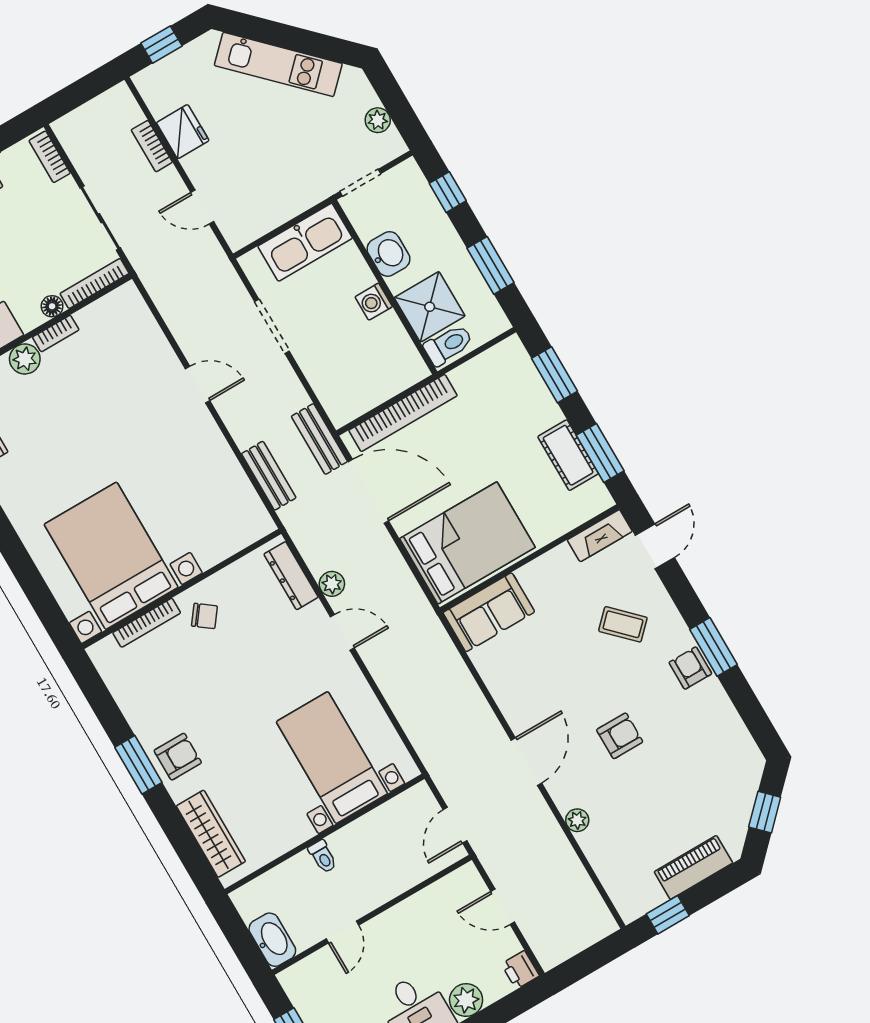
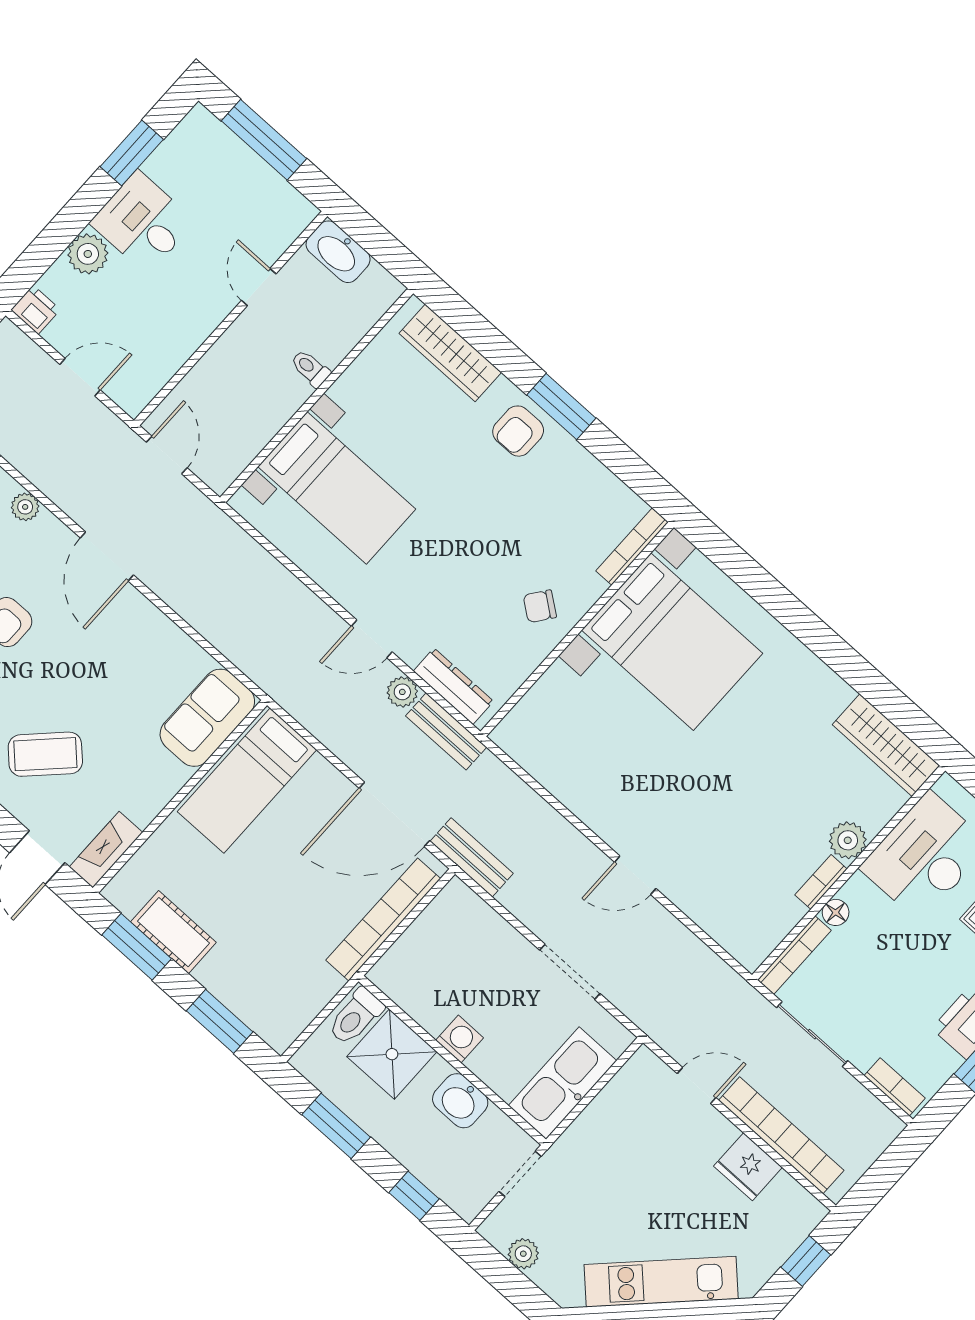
bookcase: (152, 146) -> (781, 1135), width x2.31, depth x1.31
bench: (269, 476) -> (446, 731), moved
bed: (467, 543) -> (247, 781), width x0.67
bookcase: (147, 623) -> (632, 546), moved
coffee table: (623, 624) -> (45, 754), width x1.36, depth x1.30

